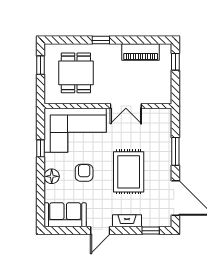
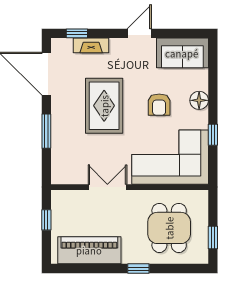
piano: (141, 52) -> (89, 250), width x1.37, depth x1.33
window: (175, 62) -> (46, 220), moved
fireplace: (127, 221) -> (91, 45), moved

